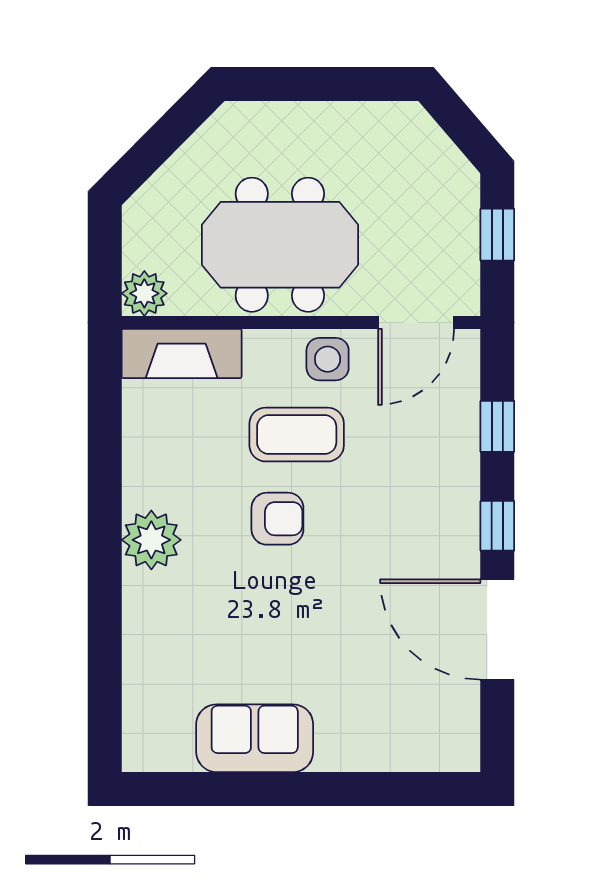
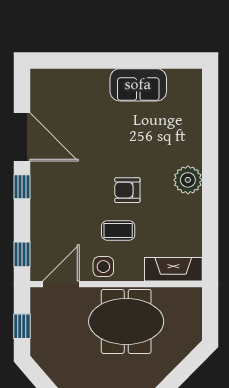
plant: (144, 293) -> (191, 298), removed
window: (497, 426) -> (22, 254), moved
coffee table: (297, 435) -> (118, 230), width x0.73, depth x0.77

